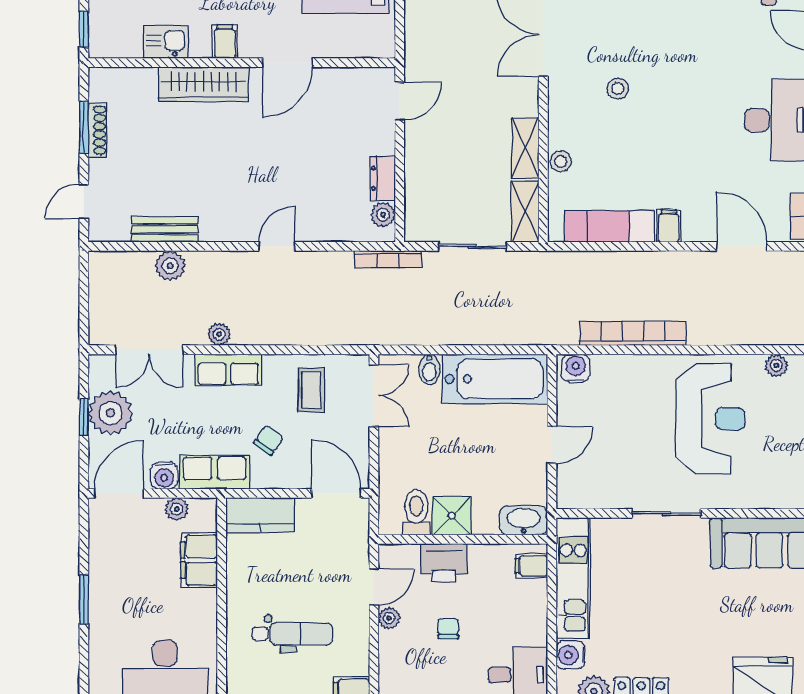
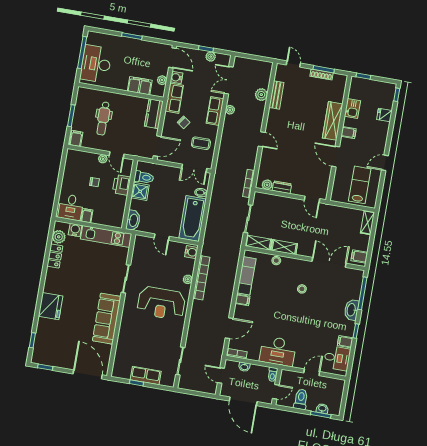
plant: (776, 365) -> (188, 279), moved
plant: (110, 413) -> (211, 57), width x0.53, depth x0.53
filing cabinet: (531, 566) -> (87, 216), moved

